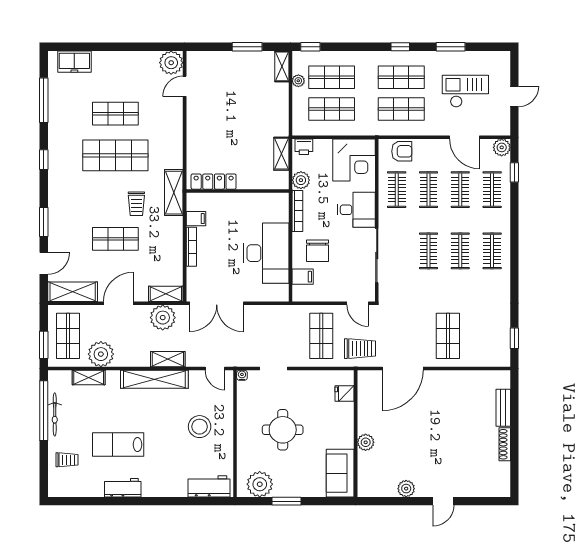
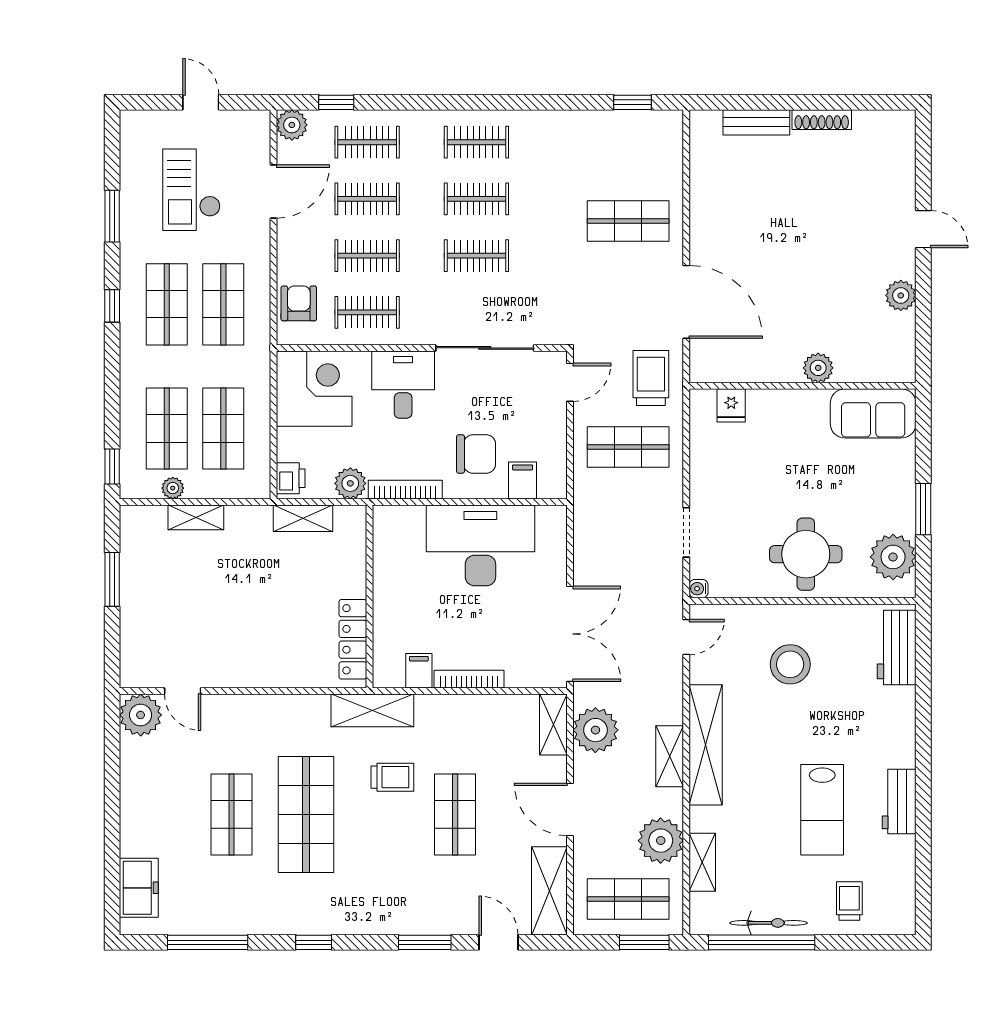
shelving: (282, 66) -> (196, 517), moved
shelving: (168, 359) -> (670, 756), moved
round table: (283, 430) -> (806, 554), moved

